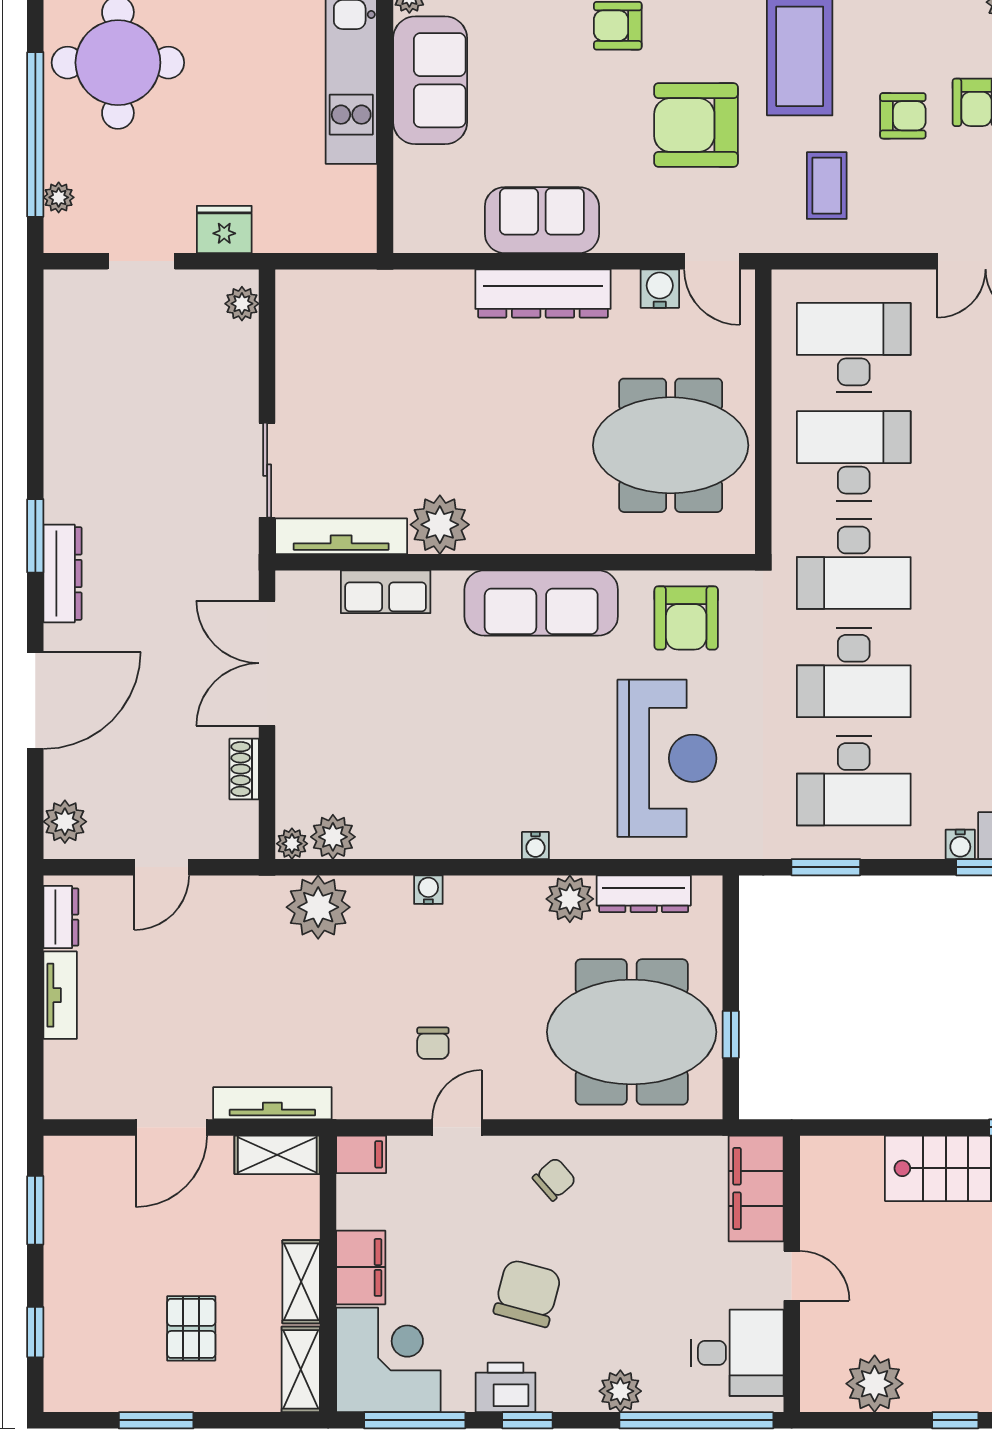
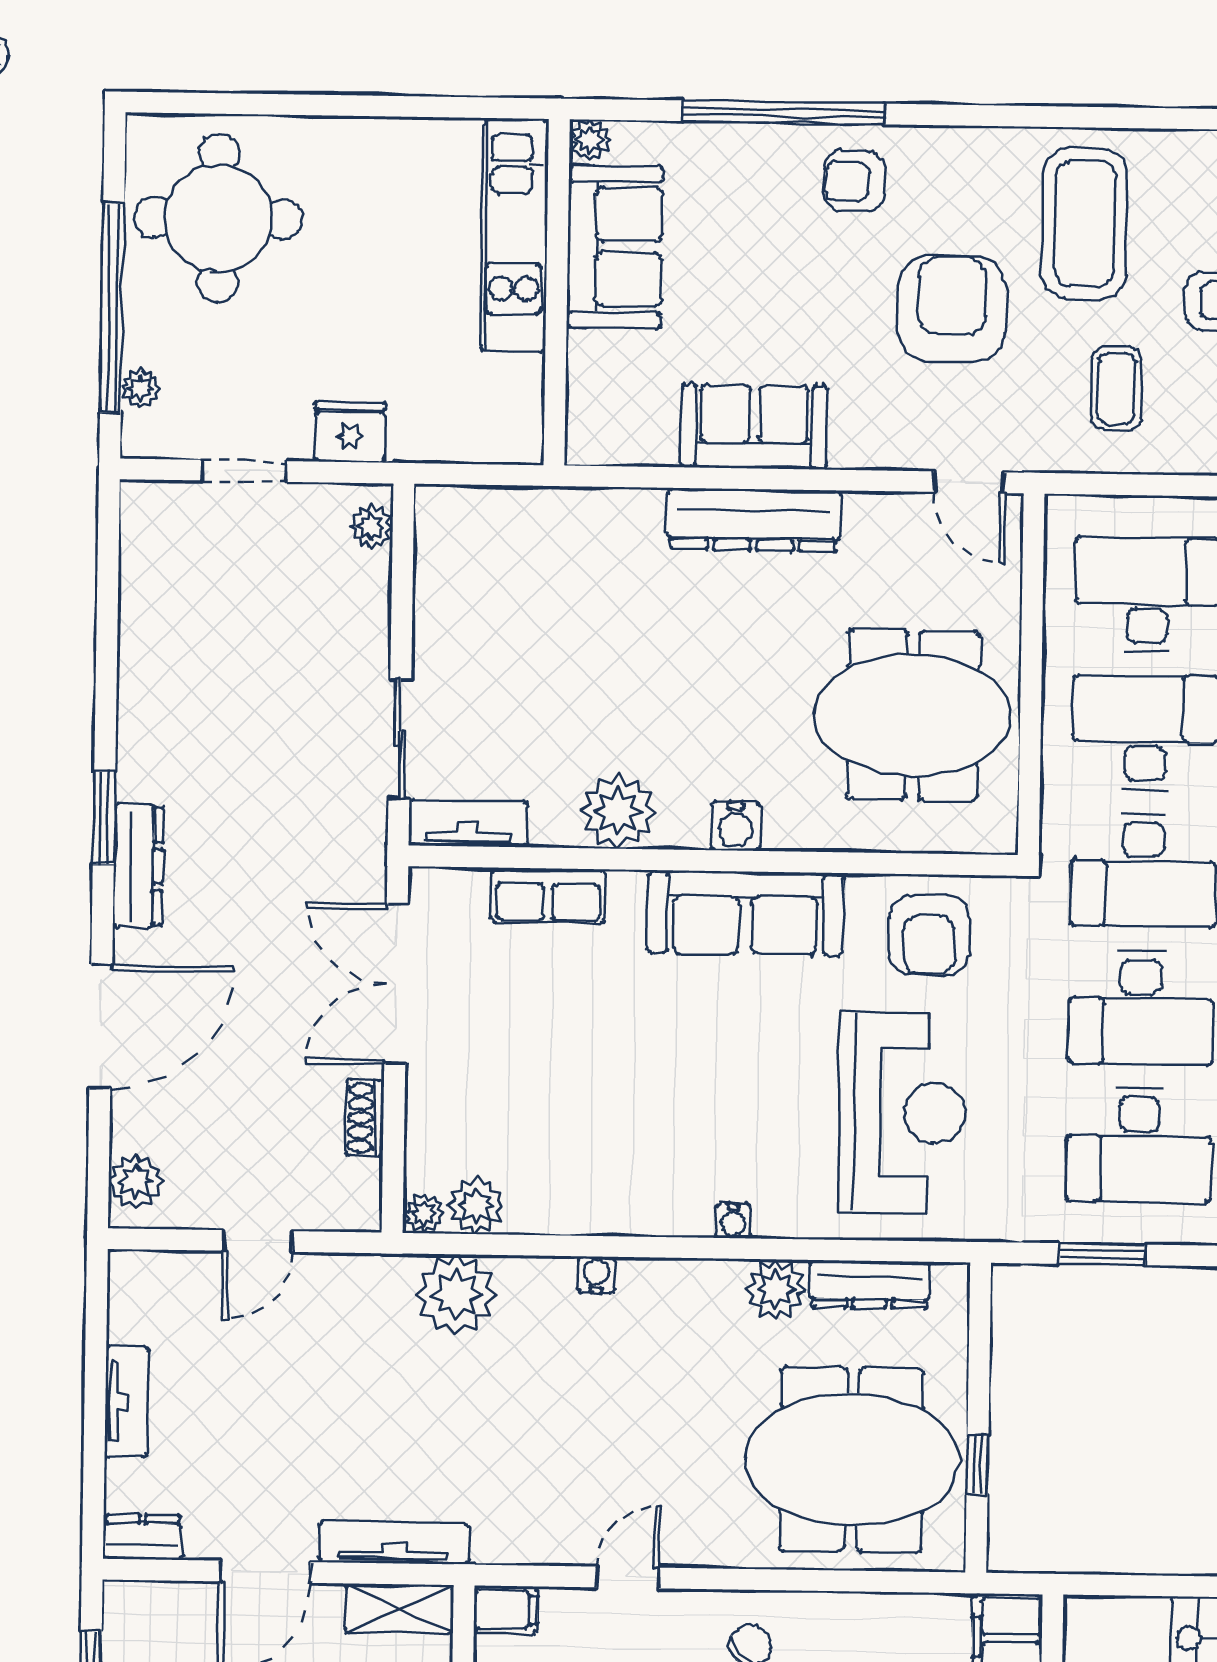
armchair: (696, 125) -> (952, 309), turned 90
water cooler: (660, 289) -> (735, 826), moved, turned 180
tv unit: (341, 536) -> (468, 824), width x0.71
dresser: (61, 917) -> (143, 1537), moved, turned -90
chair: (433, 1043) -> (599, 1470), removed

